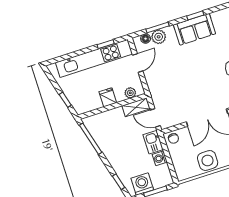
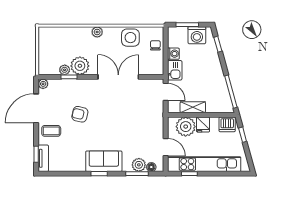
door: (138, 63) -> (166, 147), swing flipped
plant: (130, 93) -> (186, 127), width x1.88, depth x1.88
dishwasher: (84, 105) -> (227, 124), added
shelving: (136, 107) -> (193, 107), moved
chair: (173, 138) -> (155, 45), moved

